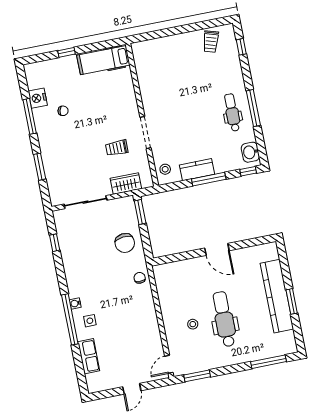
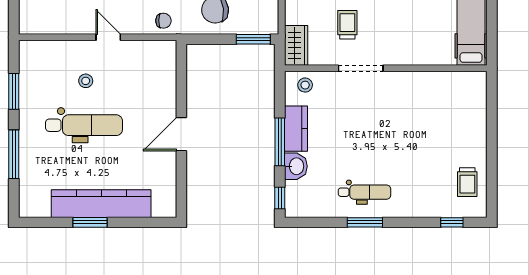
trolley: (211, 42) -> (467, 182), turned -107
window: (253, 108) -> (365, 222), width x0.69
washbasin: (250, 152) -> (296, 166), moved, turned 90
wardrobe: (126, 184) -> (296, 45), moved
window: (268, 362) -> (14, 154), moved
door: (169, 364) -> (108, 37), moved
window: (197, 376) -> (14, 91), moved

